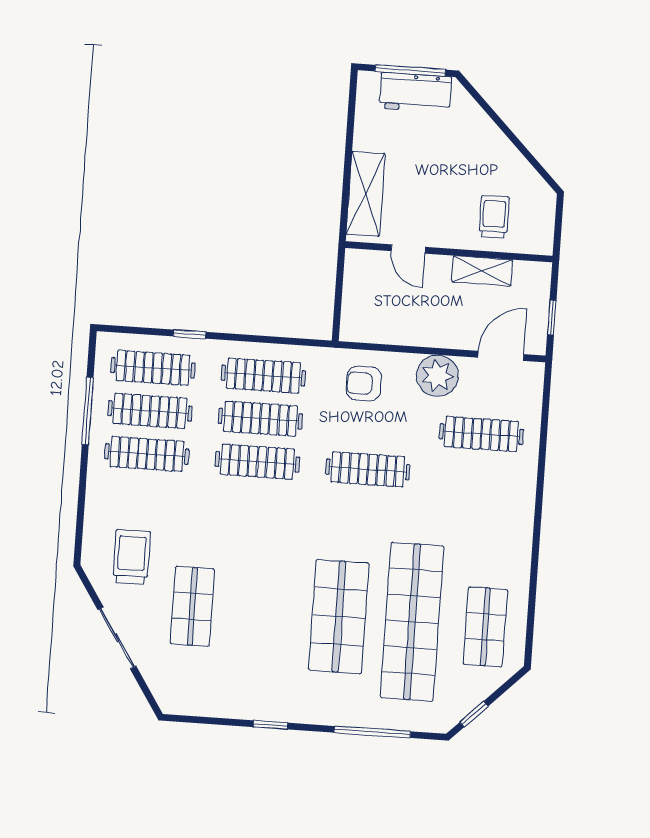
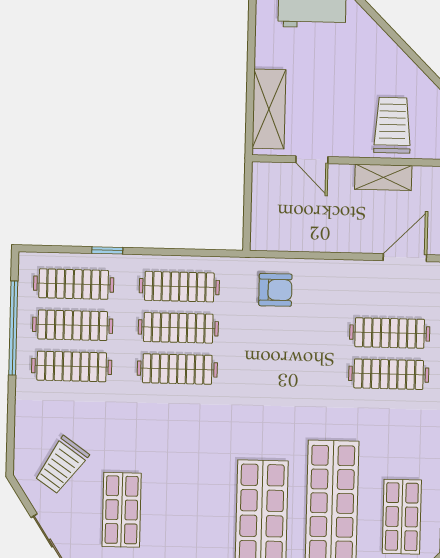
trolley: (494, 217) -> (392, 125), width x1.36, depth x1.39
plant: (437, 376) -> (345, 279), removed
armchair: (364, 383) -> (275, 290), turned 180
window: (88, 411) -> (13, 328), width x1.46
clothes rail: (368, 469) -> (389, 374), moved
trolley: (132, 557) -> (62, 465), turned -145

